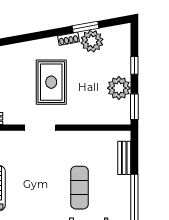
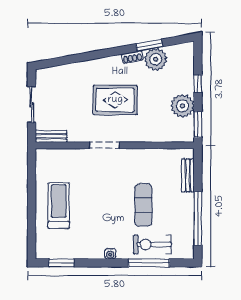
rug: (51, 82) -> (115, 100), turned 90

